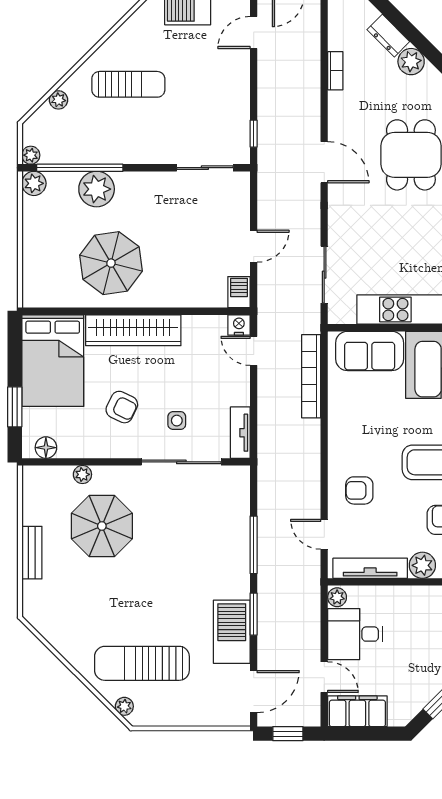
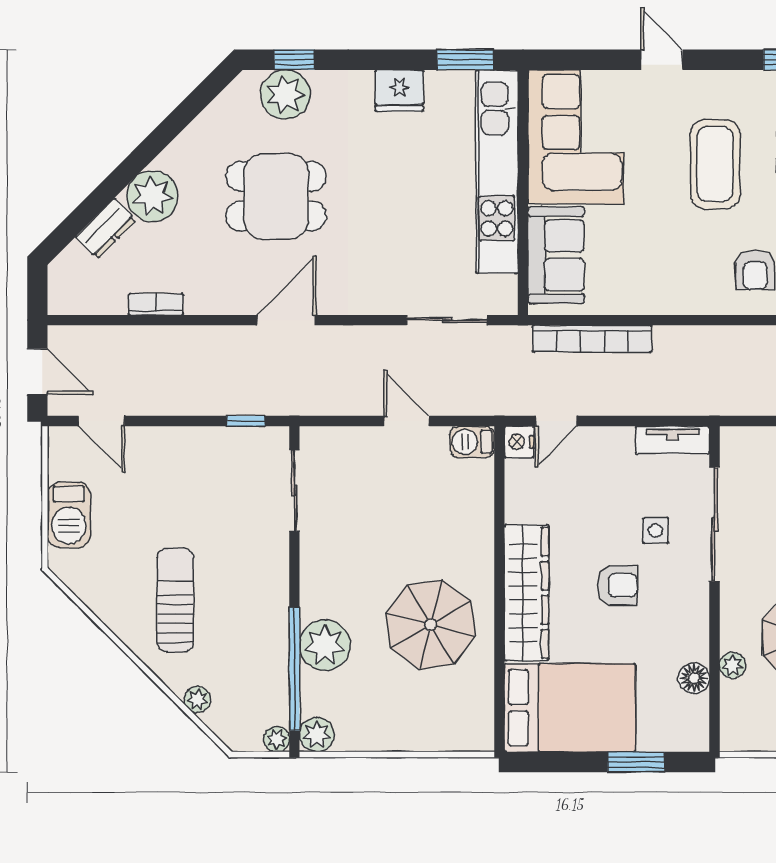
plant: (411, 62) -> (152, 196), width x1.36, depth x1.36
armchair: (122, 407) -> (617, 585), moved, turned 64
floor lamp: (46, 448) -> (694, 678), moved

